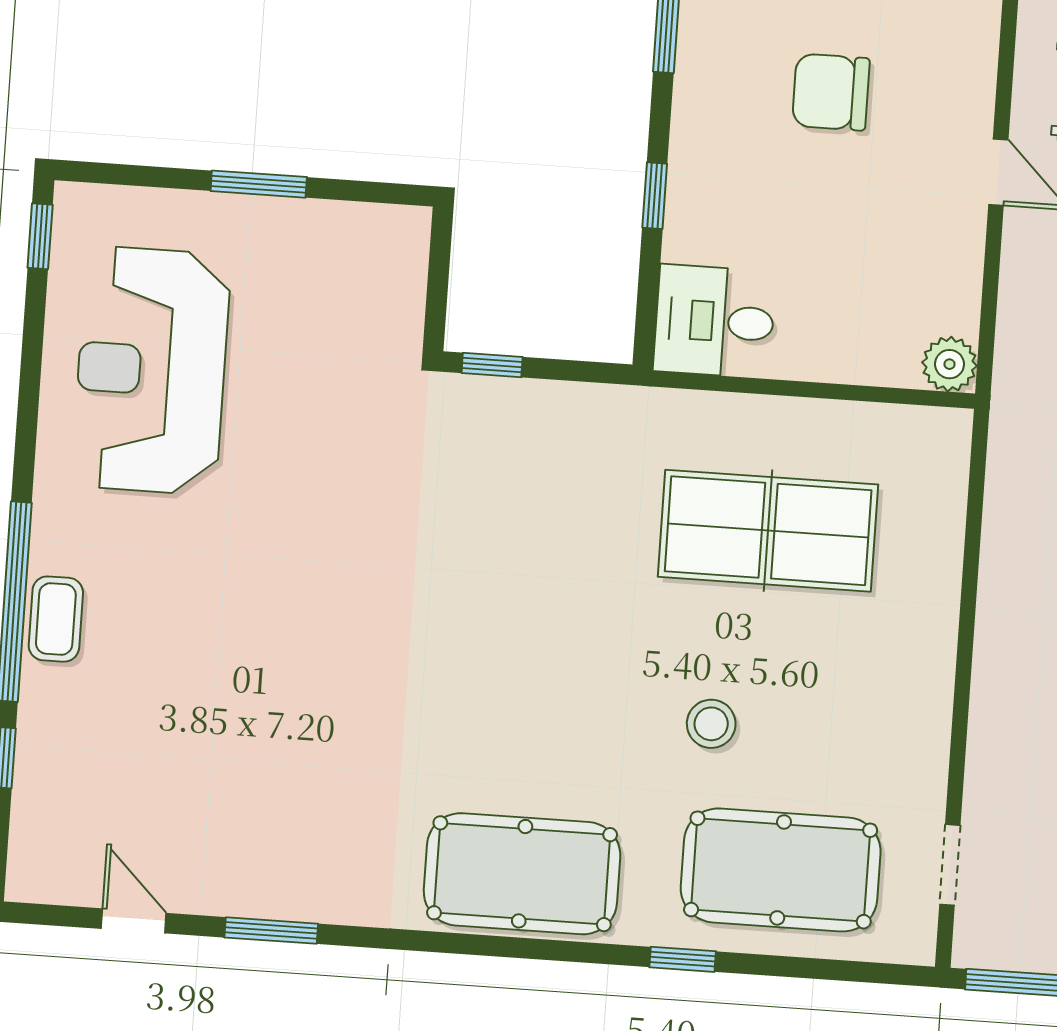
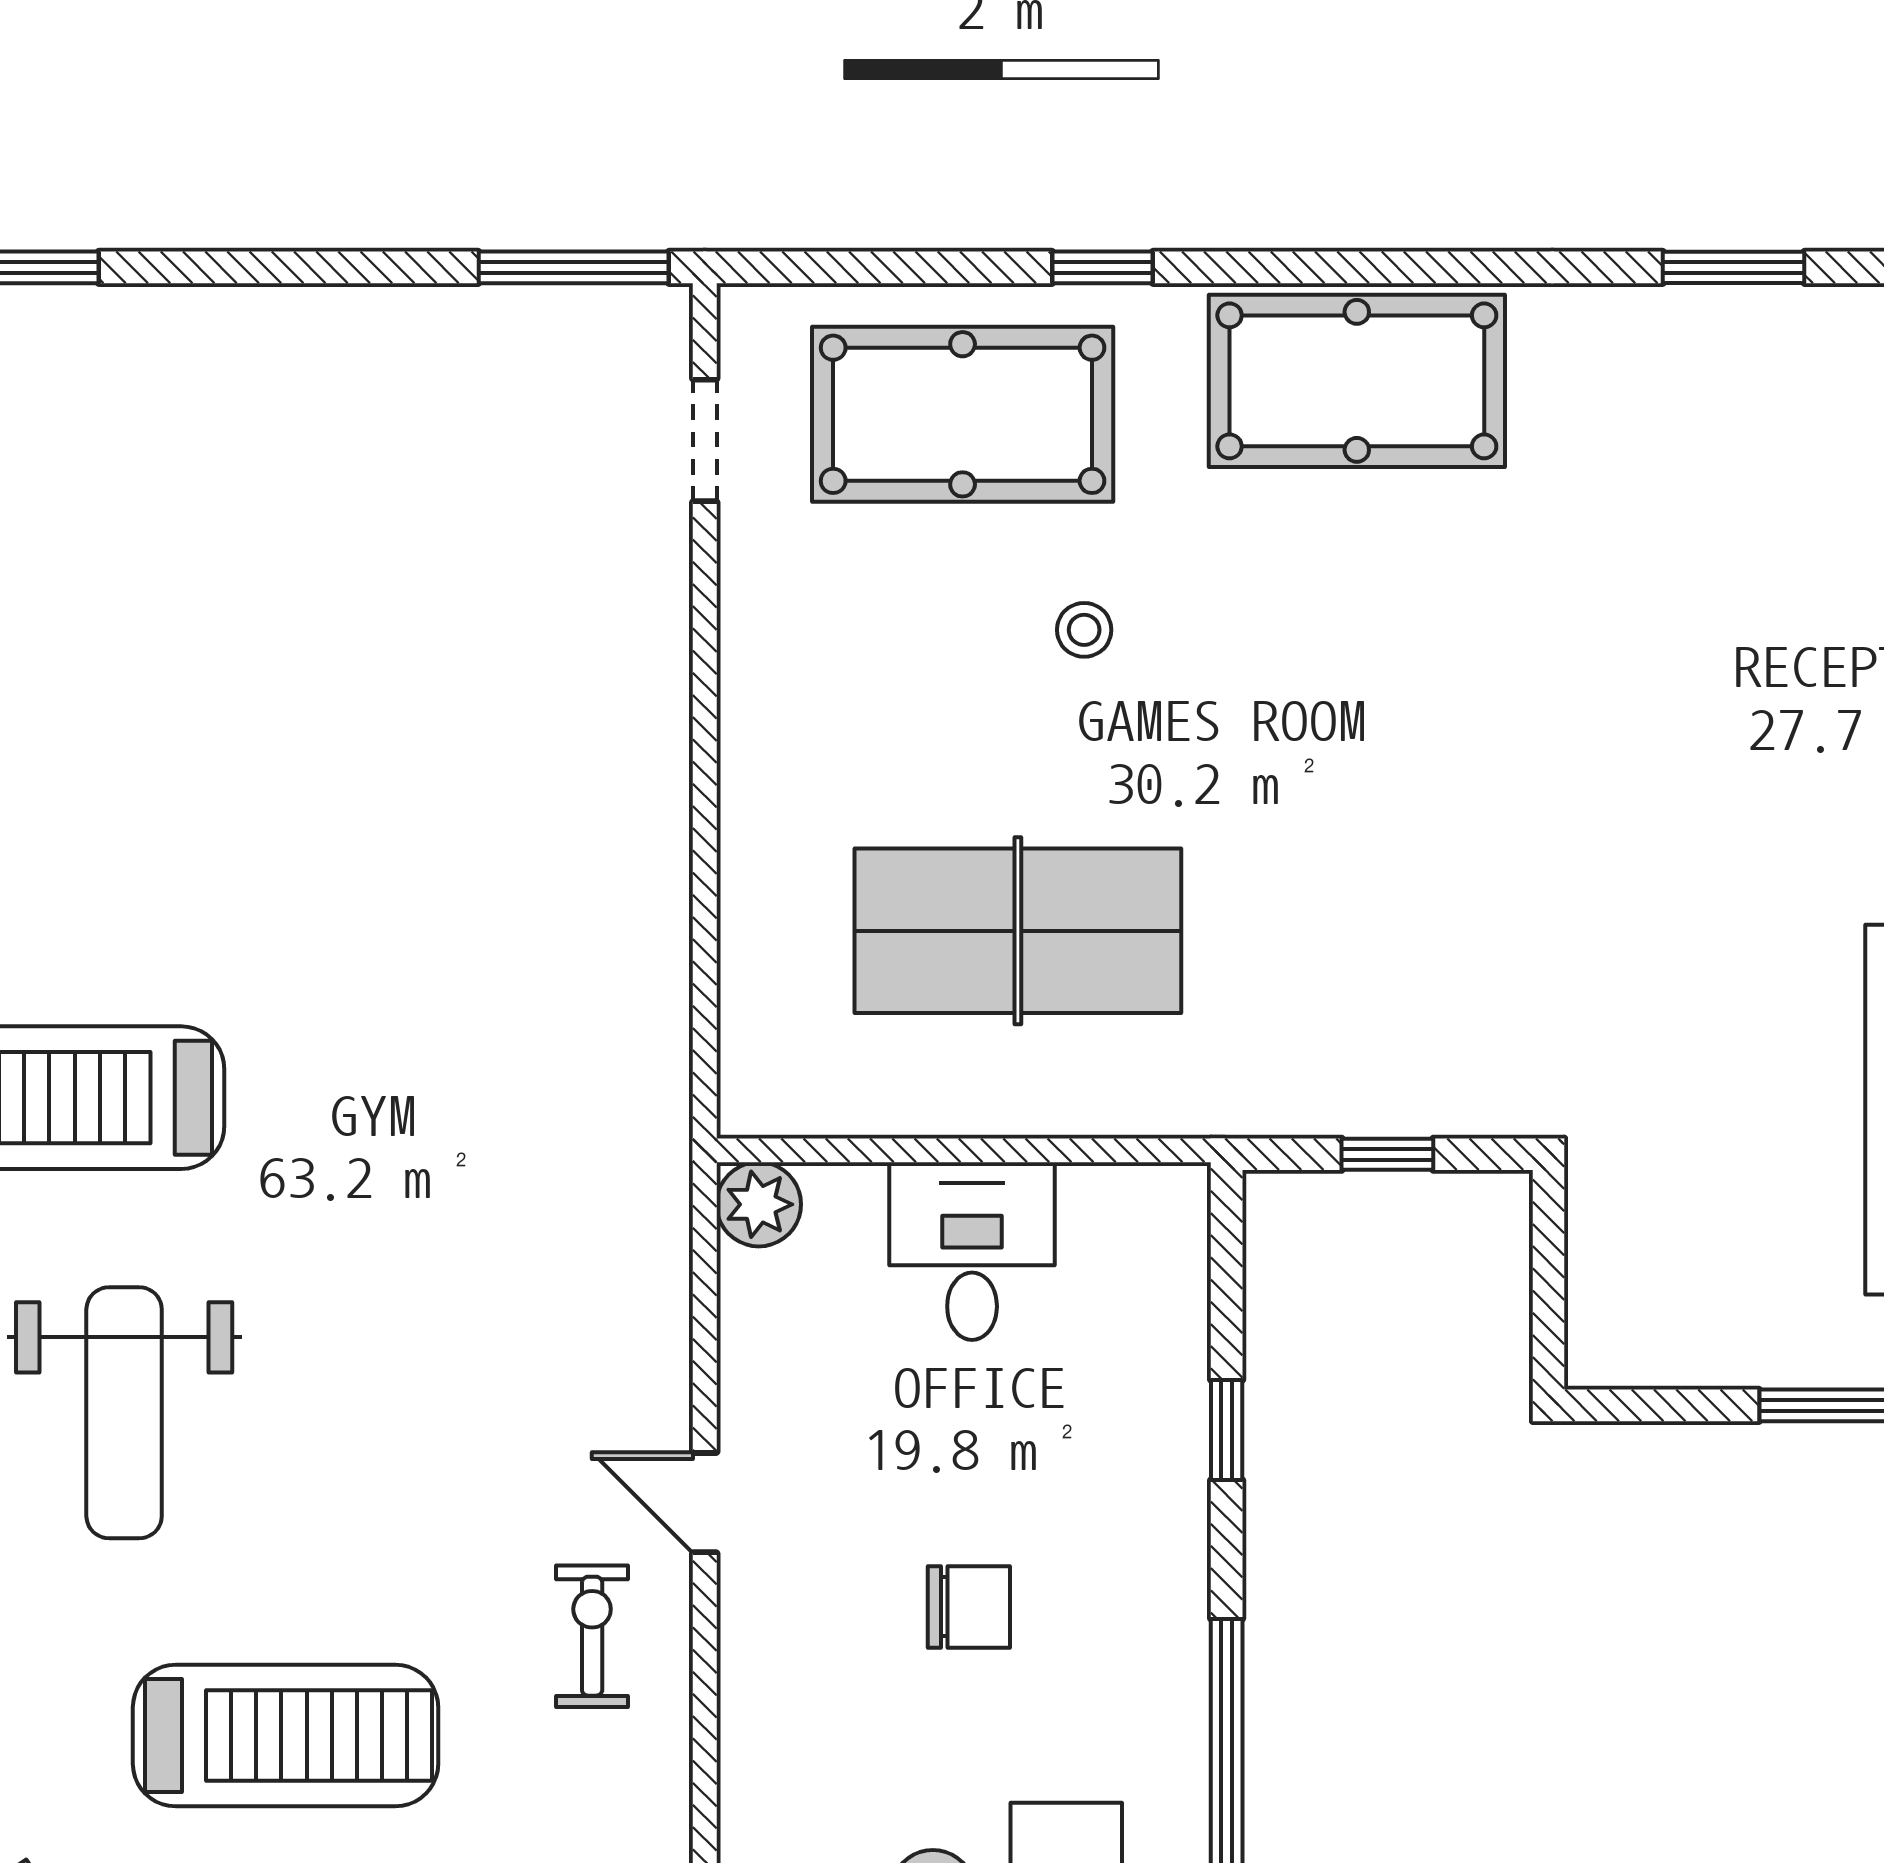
chair: (831, 92) -> (969, 1607), width x0.73, depth x0.73
desk: (715, 321) -> (972, 1251), moved, turned -90
window: (492, 365) -> (1387, 1154), moved
stool: (711, 724) -> (1084, 630), width x0.73, depth x0.73

